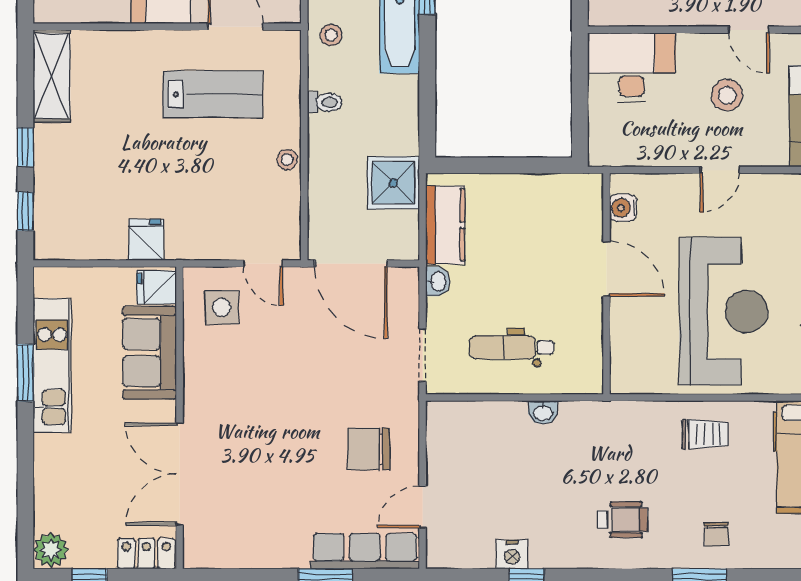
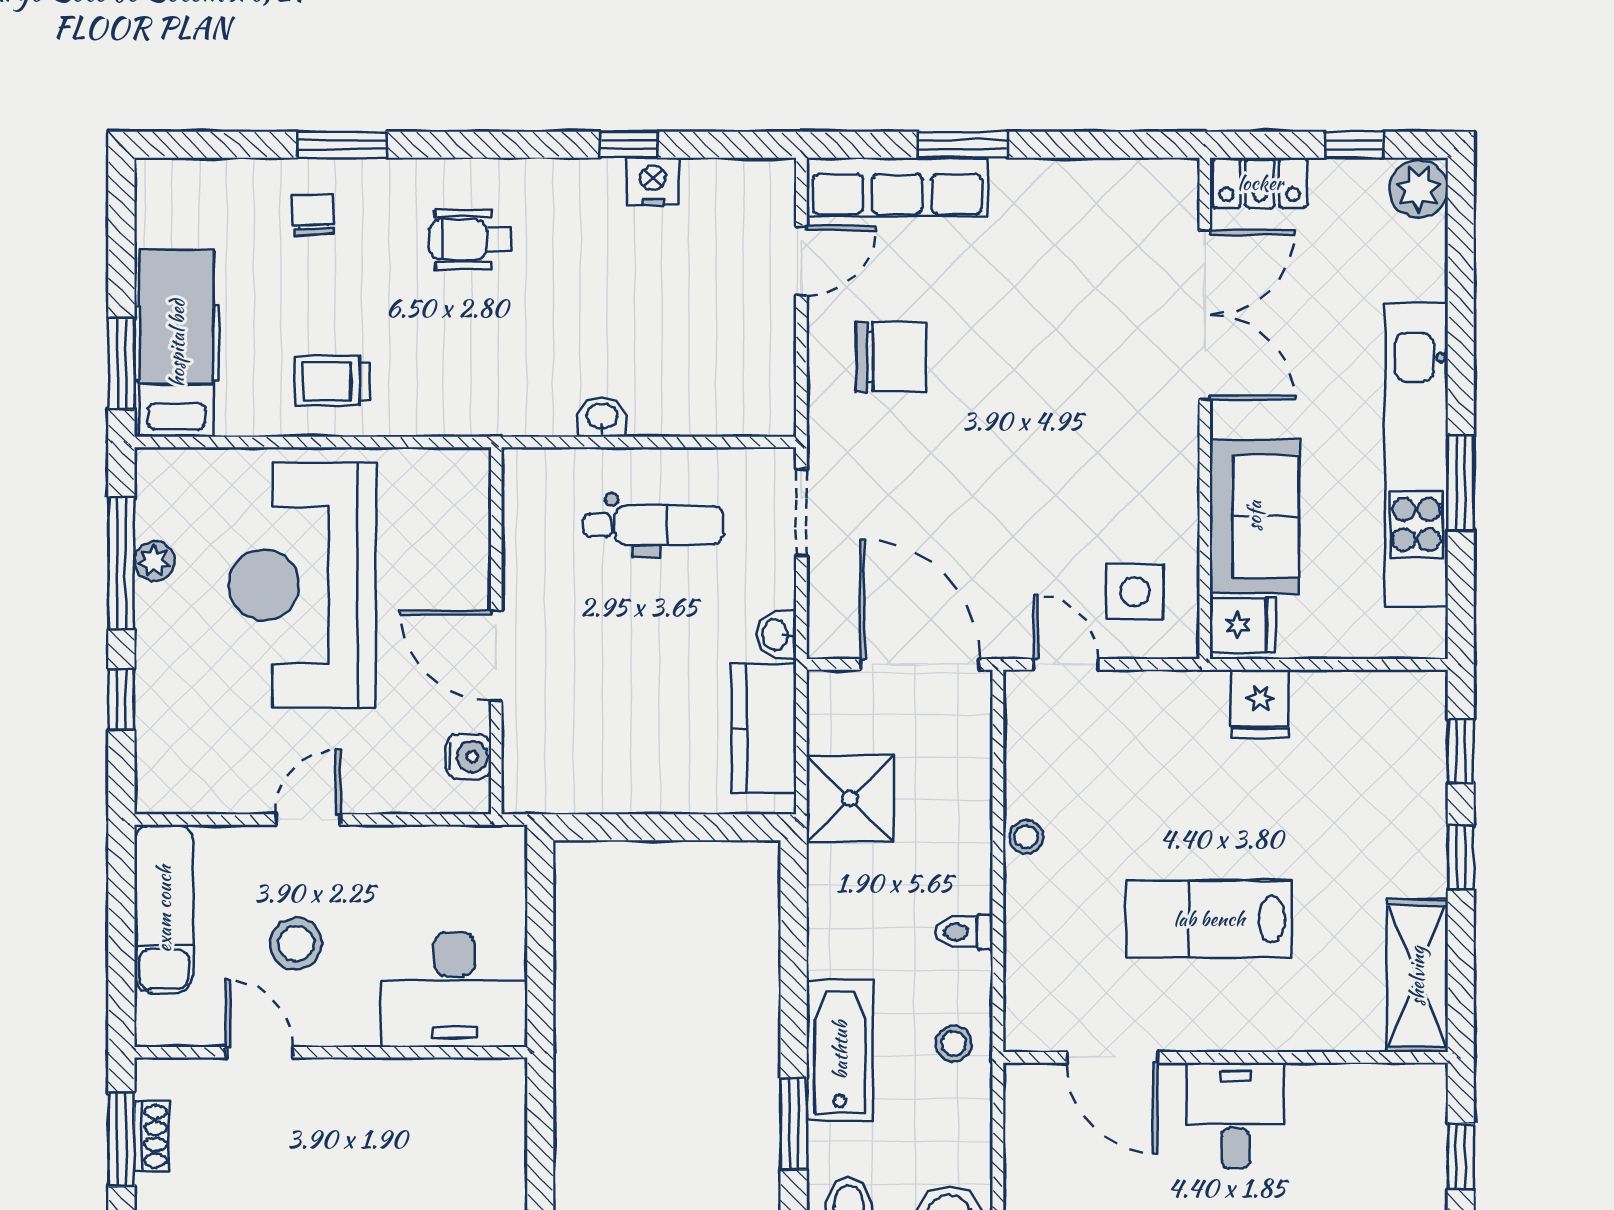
lab bench: (213, 94) -> (1209, 919), moved
kitchen unit: (52, 365) -> (1416, 455), width x1.36

